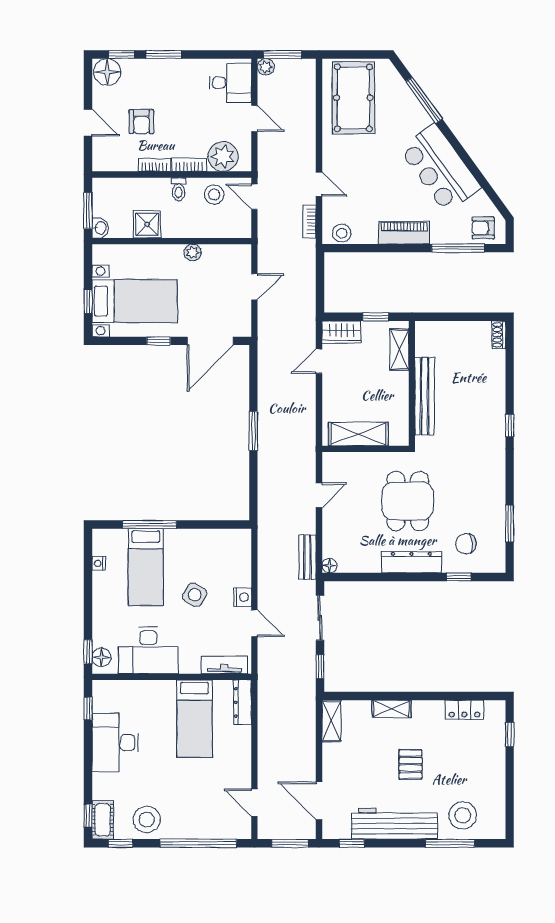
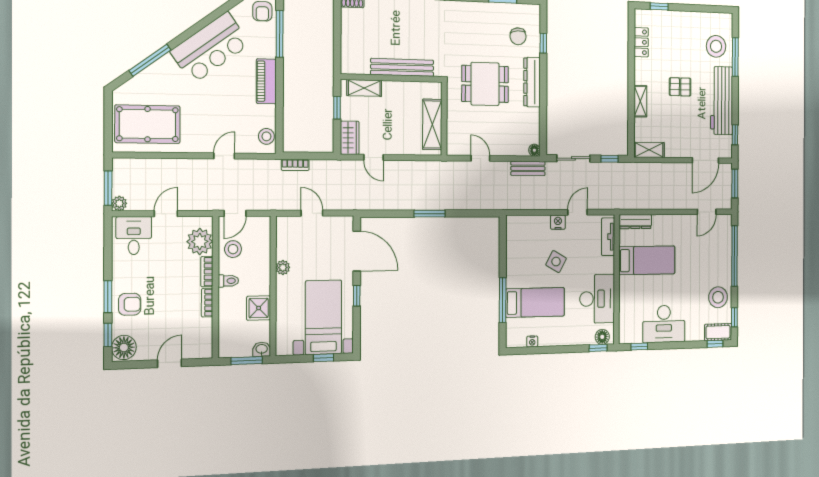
armchair: (141, 122) -> (130, 304), moved
bookcase: (309, 221) -> (295, 165), moved

